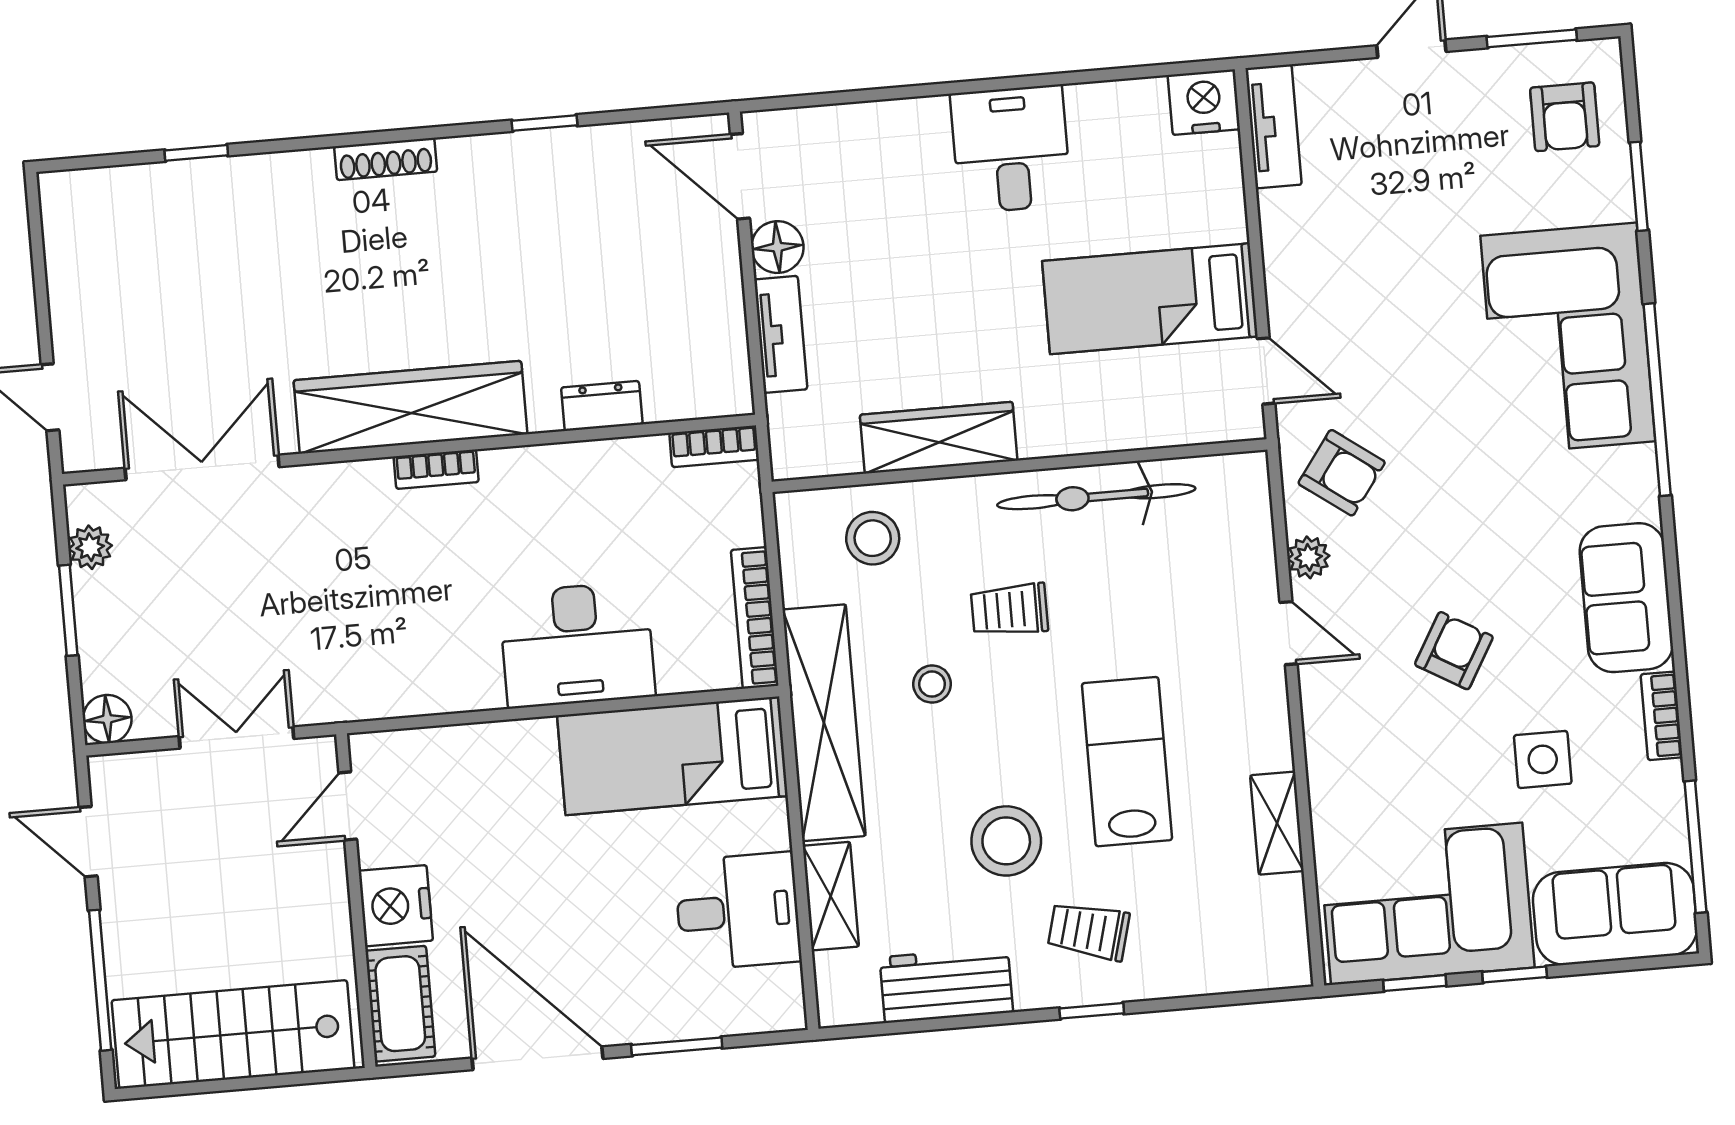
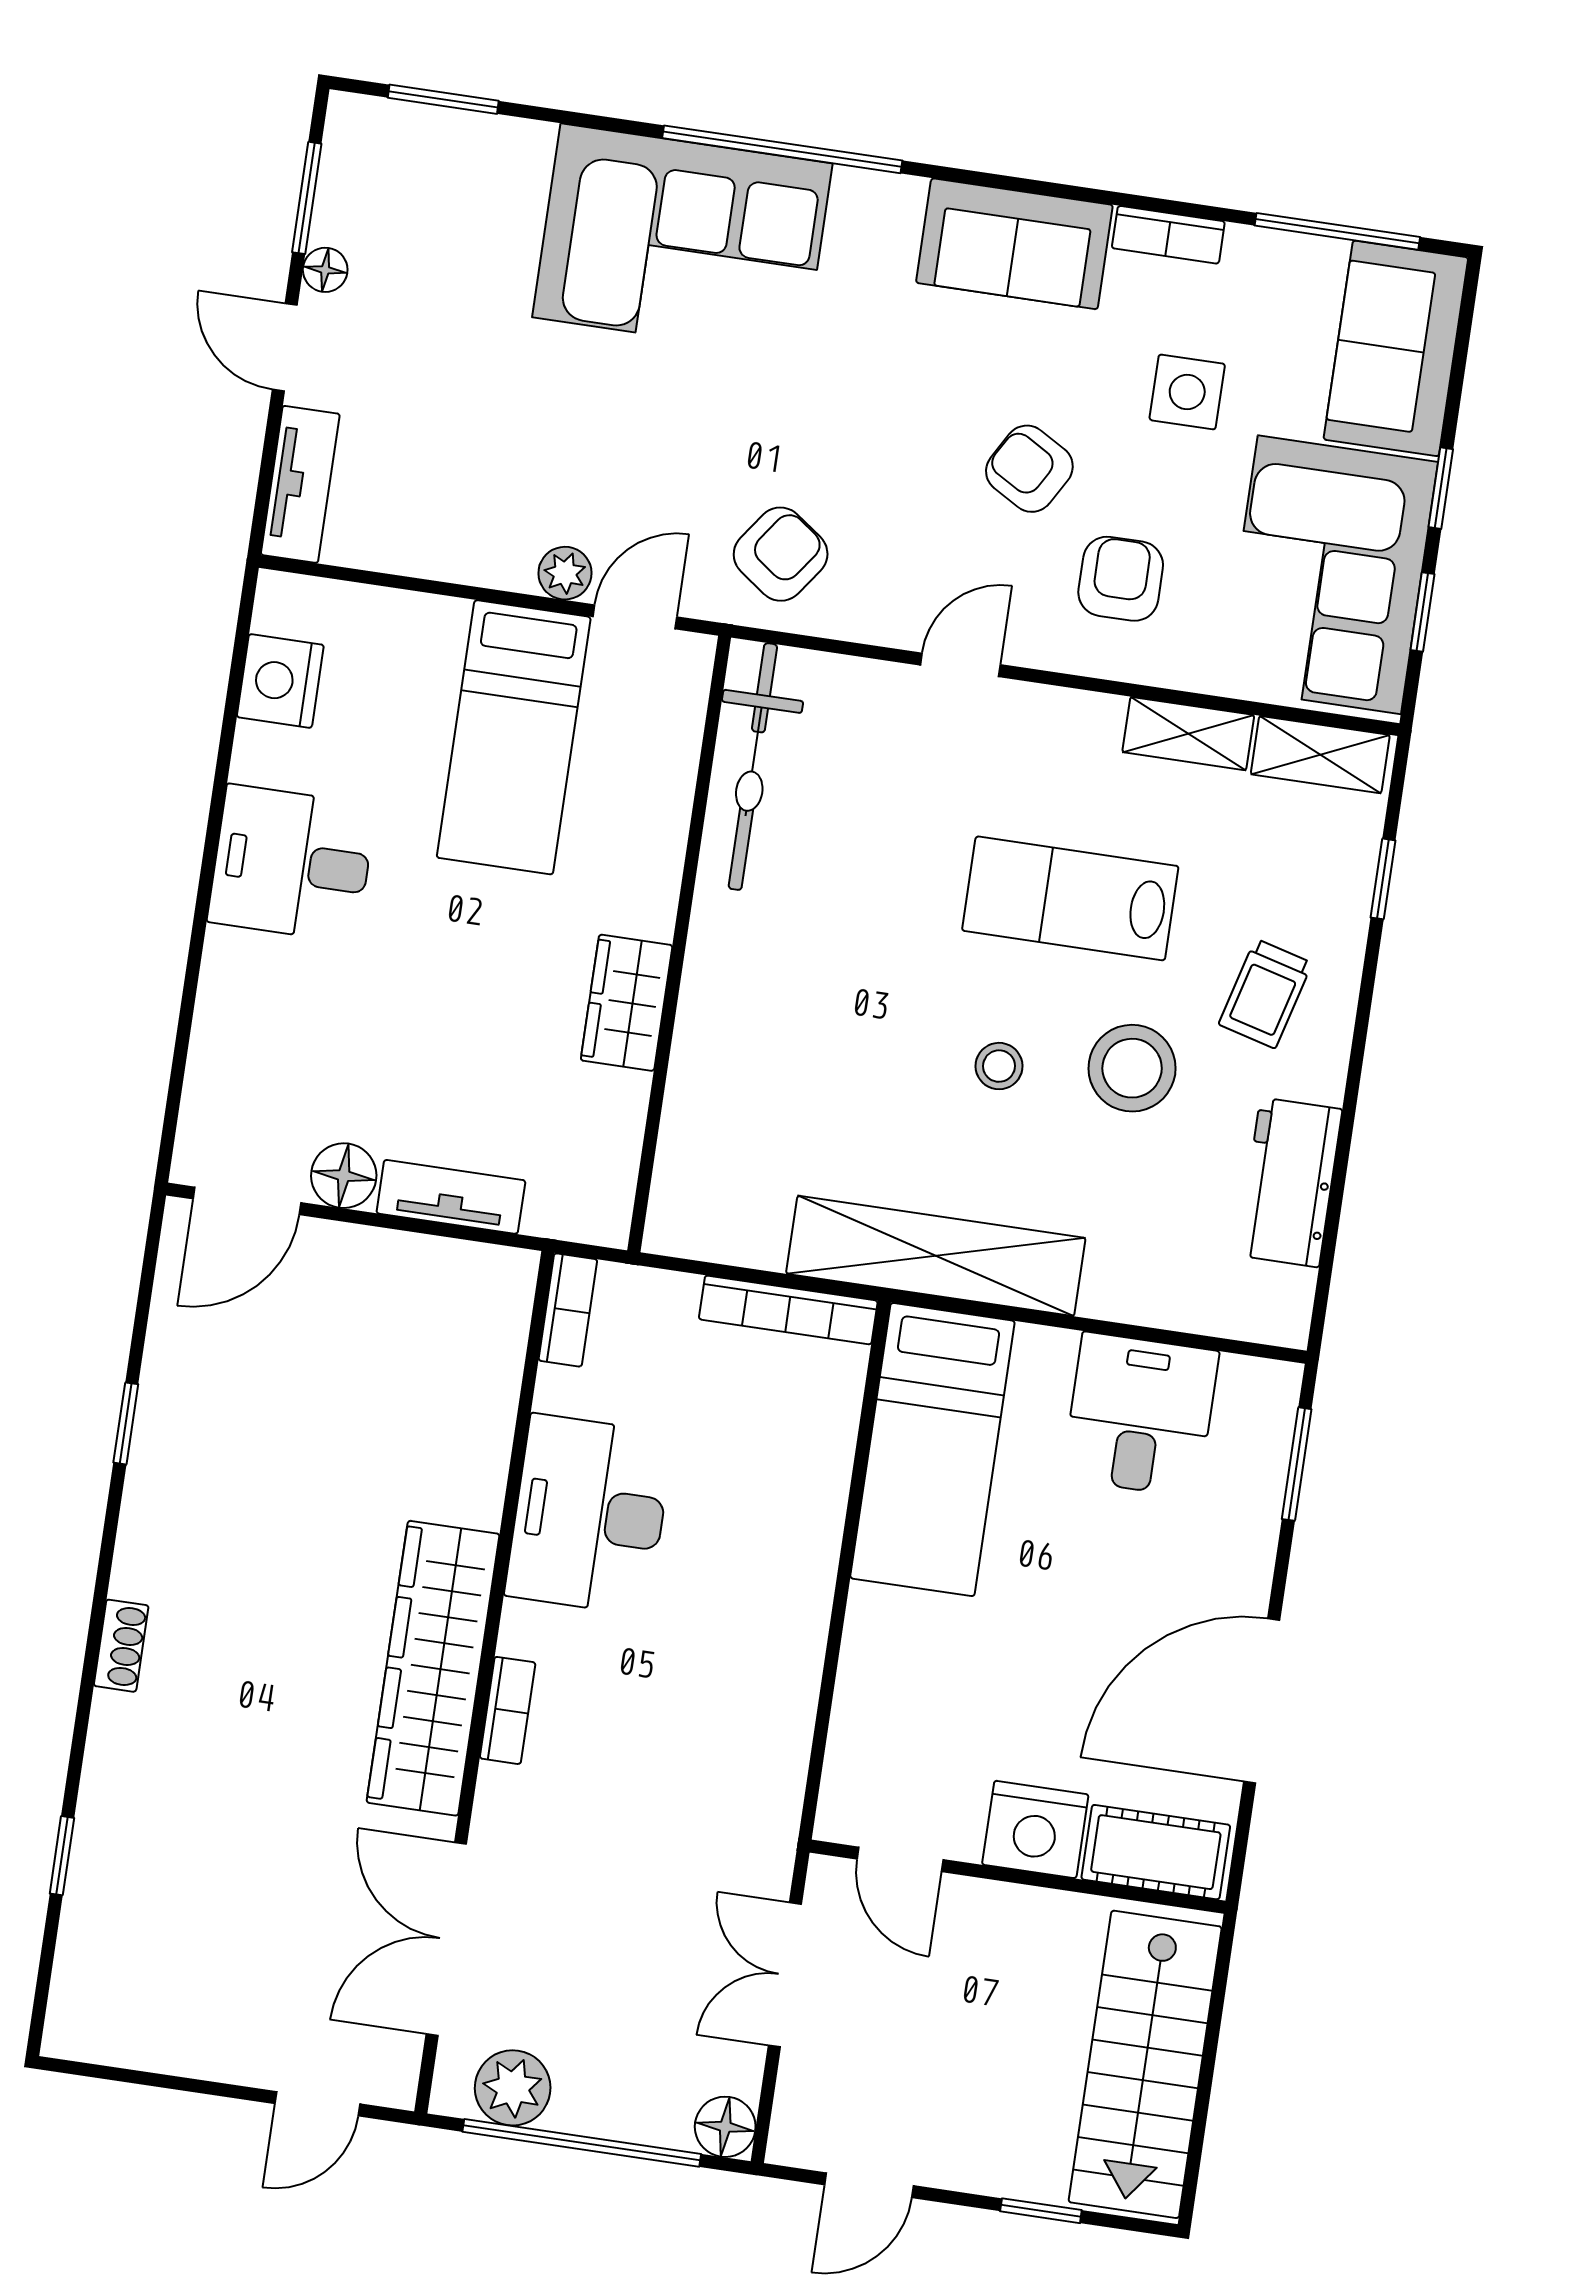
floor lamp: (1479, 66) -> (325, 270), added
nightstand: (1204, 102) -> (280, 681), moved
armchair: (1565, 117) -> (1121, 579), moved, turned -90
tv unit: (1274, 126) -> (300, 484), moved, turned 90
shoe rack: (386, 159) -> (121, 1646), width x0.70
window: (1639, 186) -> (443, 99), moved
dresser: (602, 406) -> (486, 1435), removed
wardrobe: (939, 438) -> (627, 1003), width x0.67
bookcase: (436, 469) -> (508, 1710), moved
bicycle: (1096, 497) -> (753, 767), moved
stool: (873, 538) -> (725, 1144), removed
plant: (90, 547) -> (513, 2088), width x1.38, depth x1.38
plant: (1309, 557) -> (565, 573), moved
window: (68, 610) -> (582, 2143), width x2.11
trolley: (1009, 610) -> (852, 998), removed
desk: (577, 645) -> (589, 1515), moved, turned 180
stool: (932, 684) -> (999, 1066), moved
shelving: (831, 896) -> (1320, 755), moved
window: (100, 980) -> (1041, 2211), width x0.46
window: (1092, 1011) -> (1383, 879), moved
window: (677, 1046) -> (1297, 1464), moved

